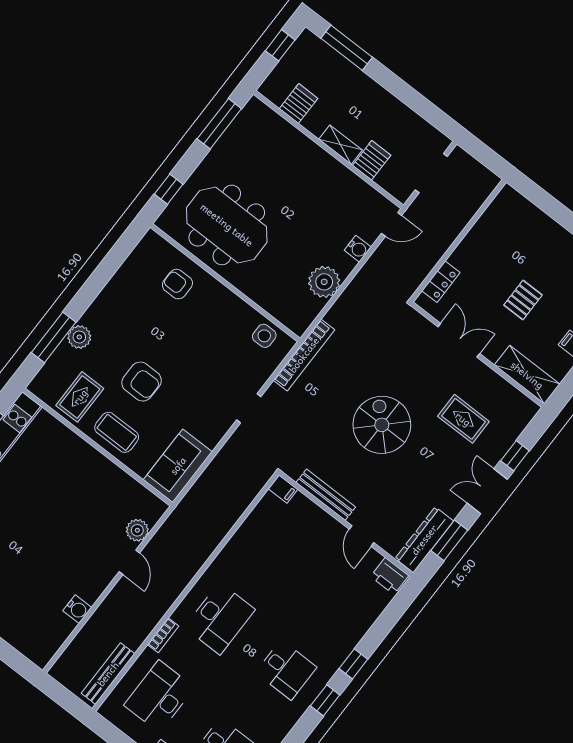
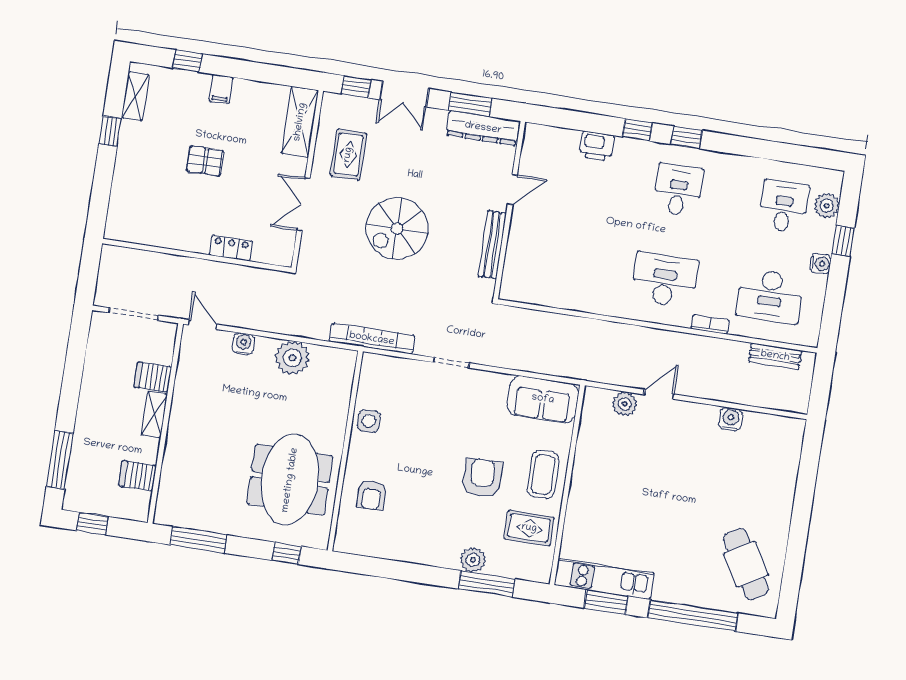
side table: (264, 336) -> (369, 421), moved
double door: (459, 340) -> (303, 204), moved
wall: (477, 355) -> (307, 179), moved
shelving: (527, 375) -> (300, 122), moved
filing cabinet: (283, 489) -> (509, 288), removed
printer: (390, 576) -> (597, 146), moved, turned 90
bench: (108, 674) -> (775, 356), width x0.73

